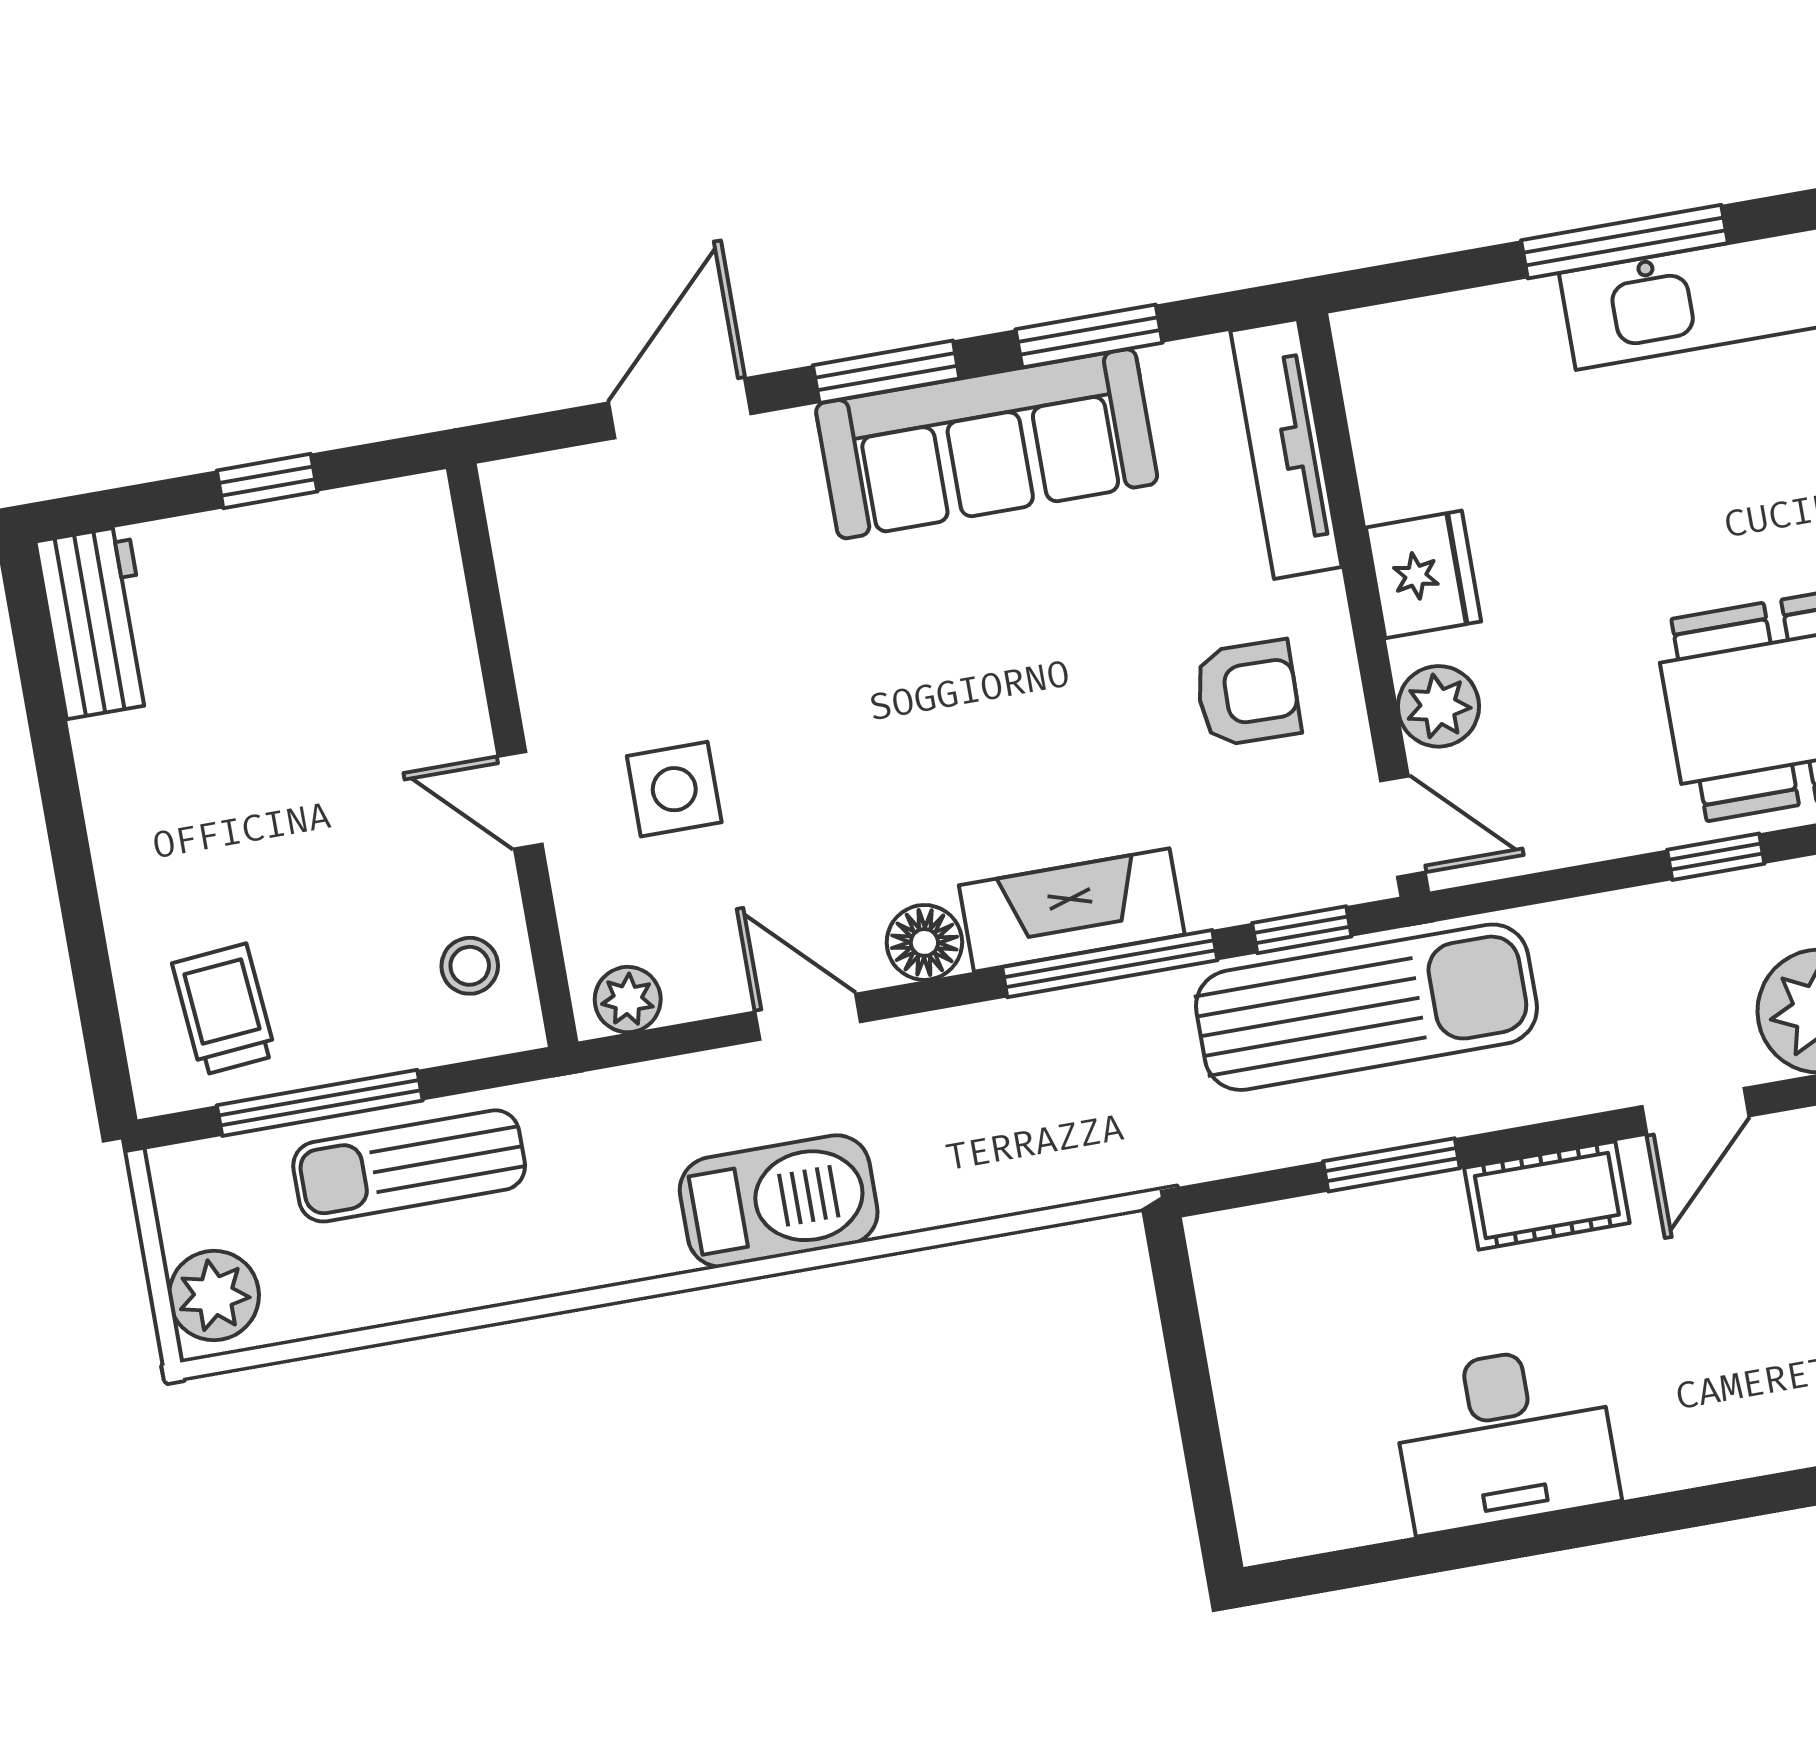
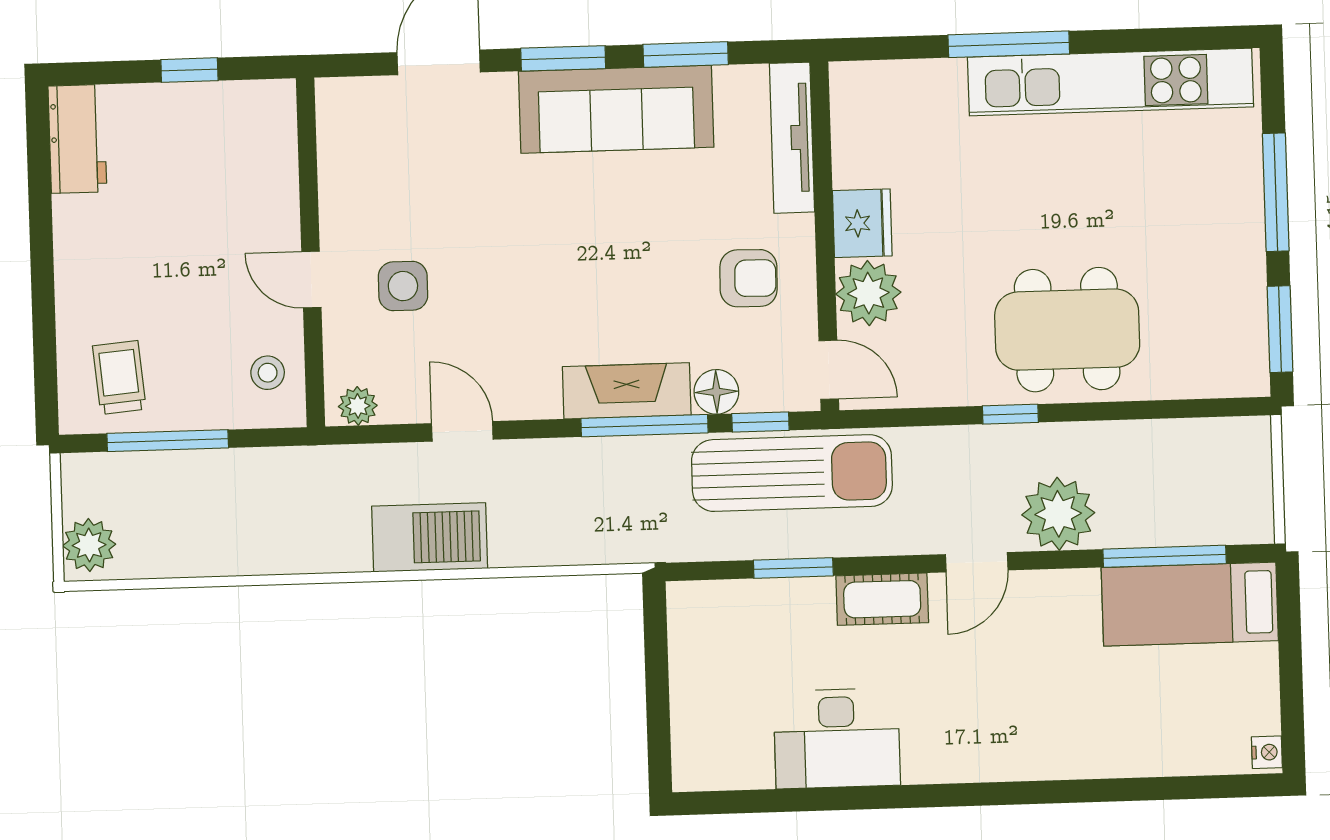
plant: (1438, 706) -> (868, 293), width x1.36, depth x1.36
floor lamp: (924, 942) -> (716, 392), moved
sun lounger: (409, 1166) -> (215, 485), removed

